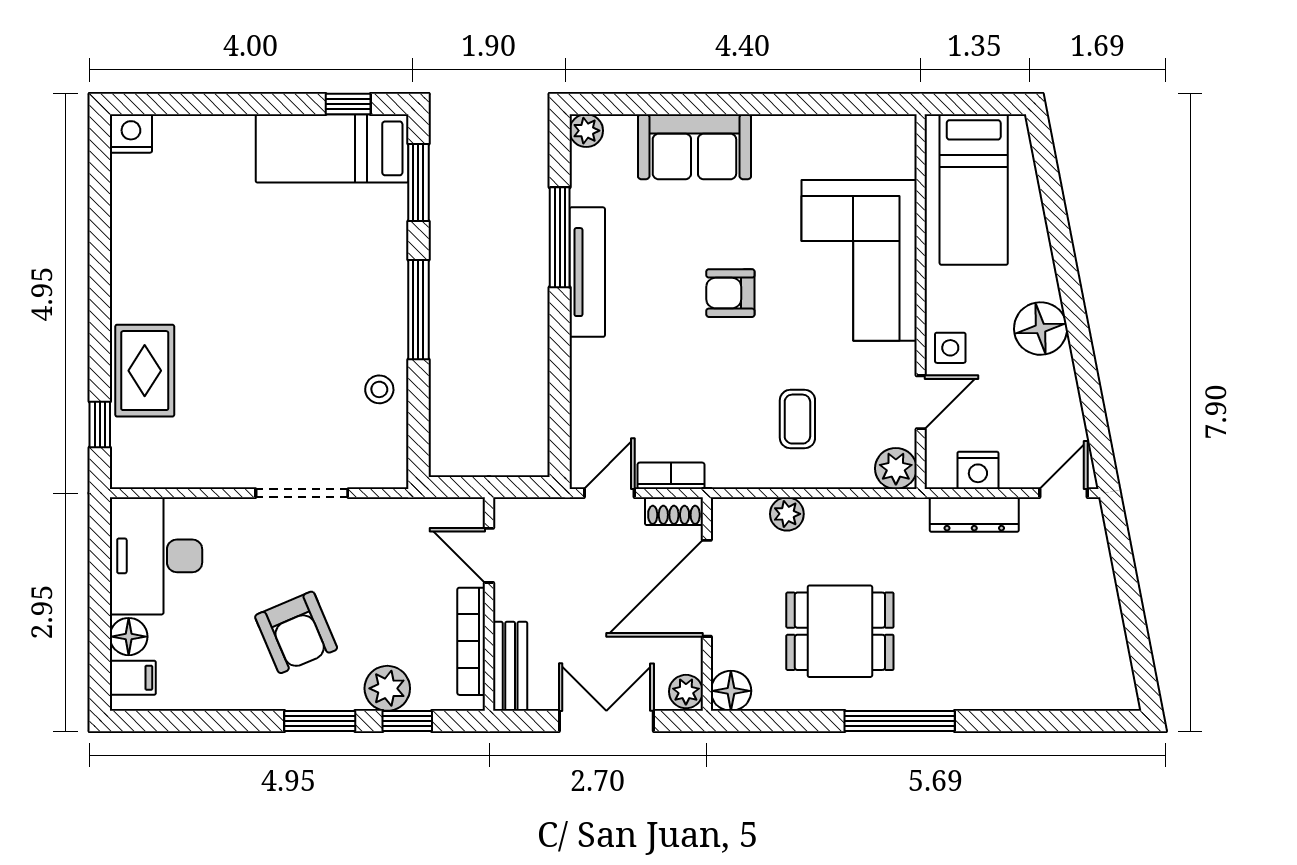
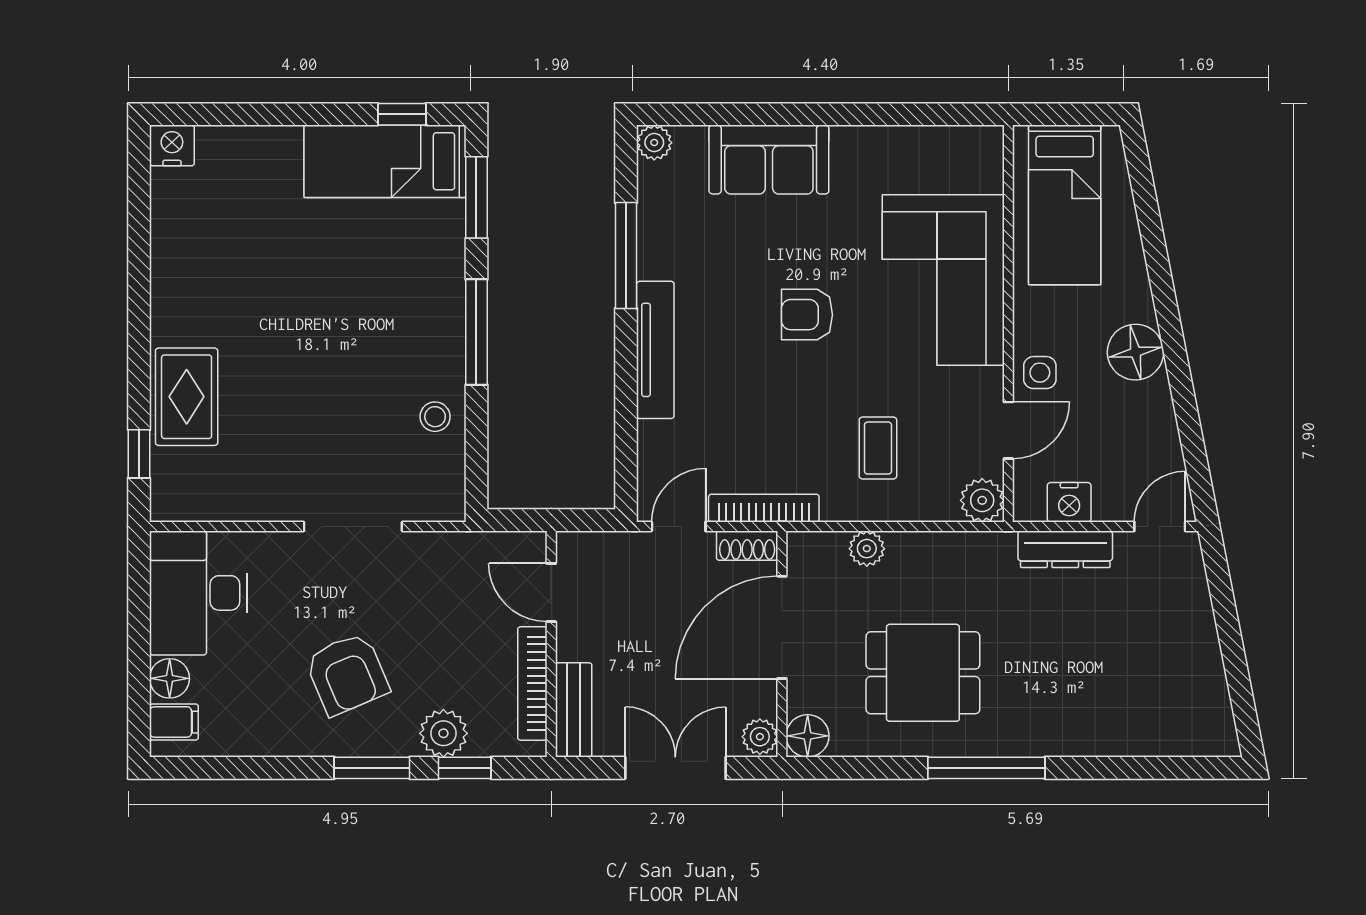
tv unit: (587, 272) -> (655, 350), moved
bookcase: (671, 476) -> (764, 508), width x1.56

